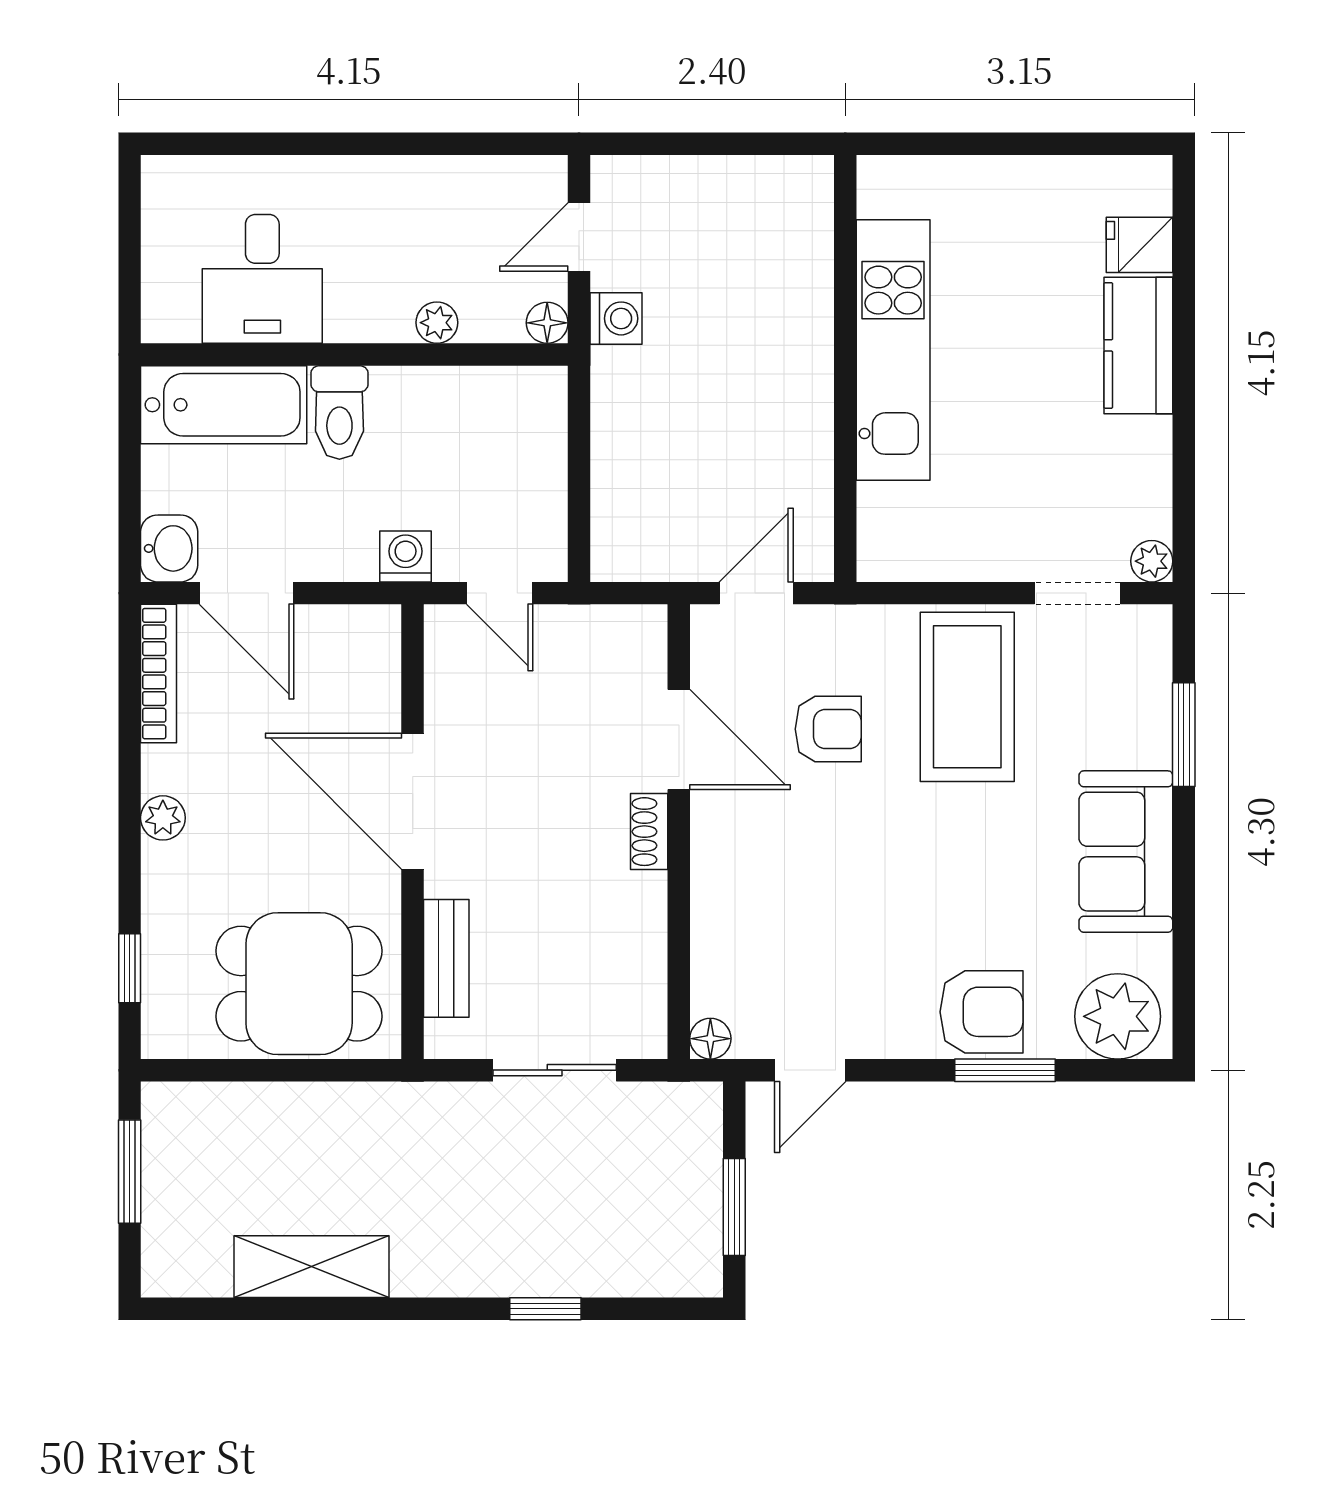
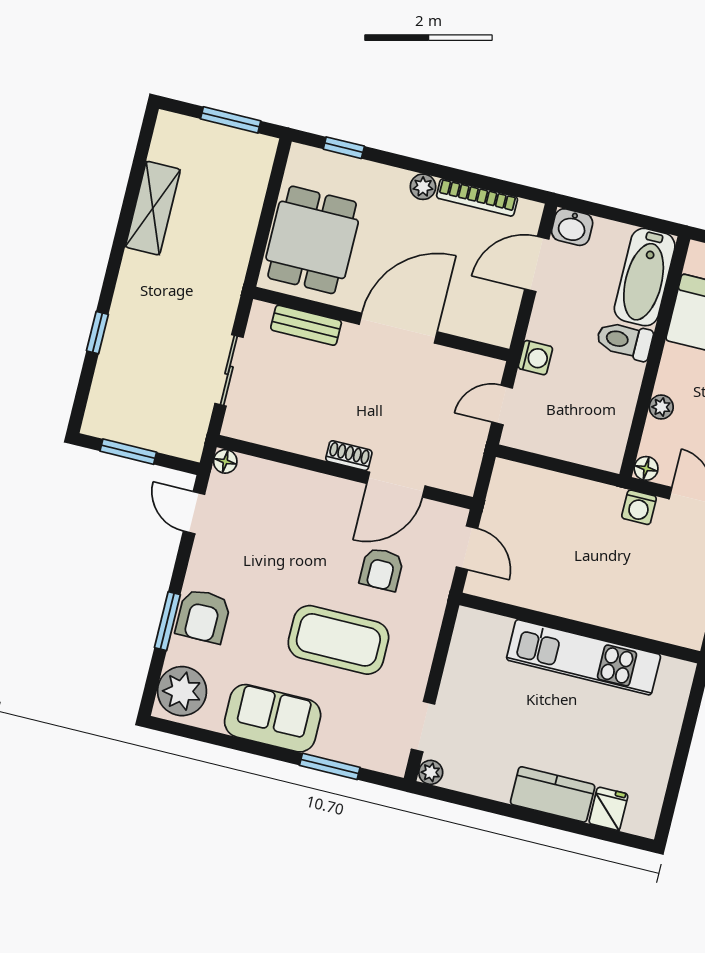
bookcase: (158, 674) -> (477, 197), moved
coffee table: (967, 697) -> (338, 640), moved

